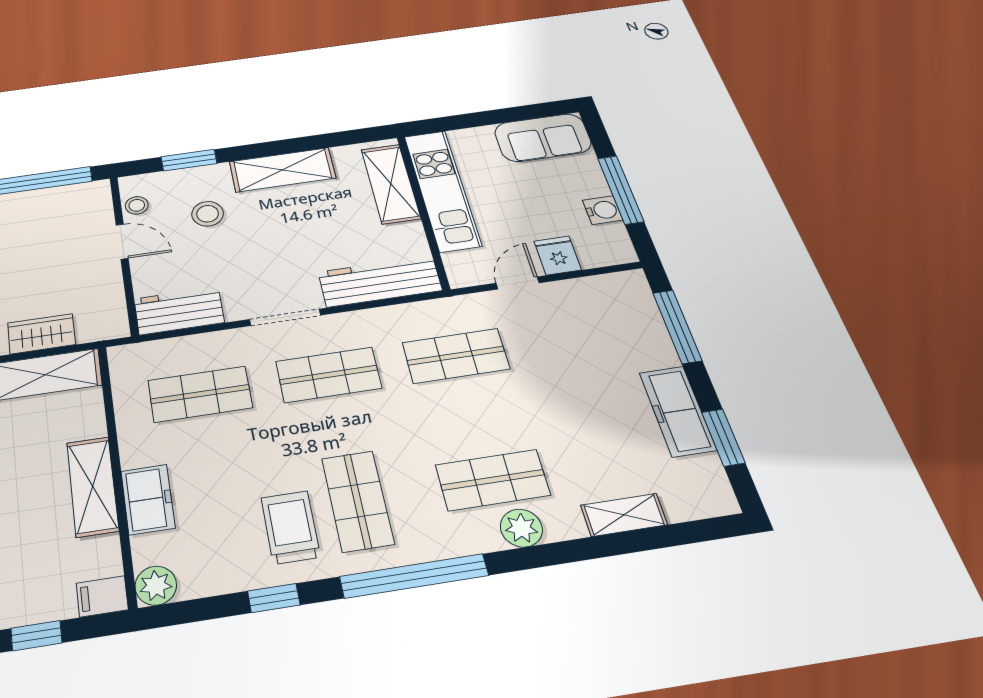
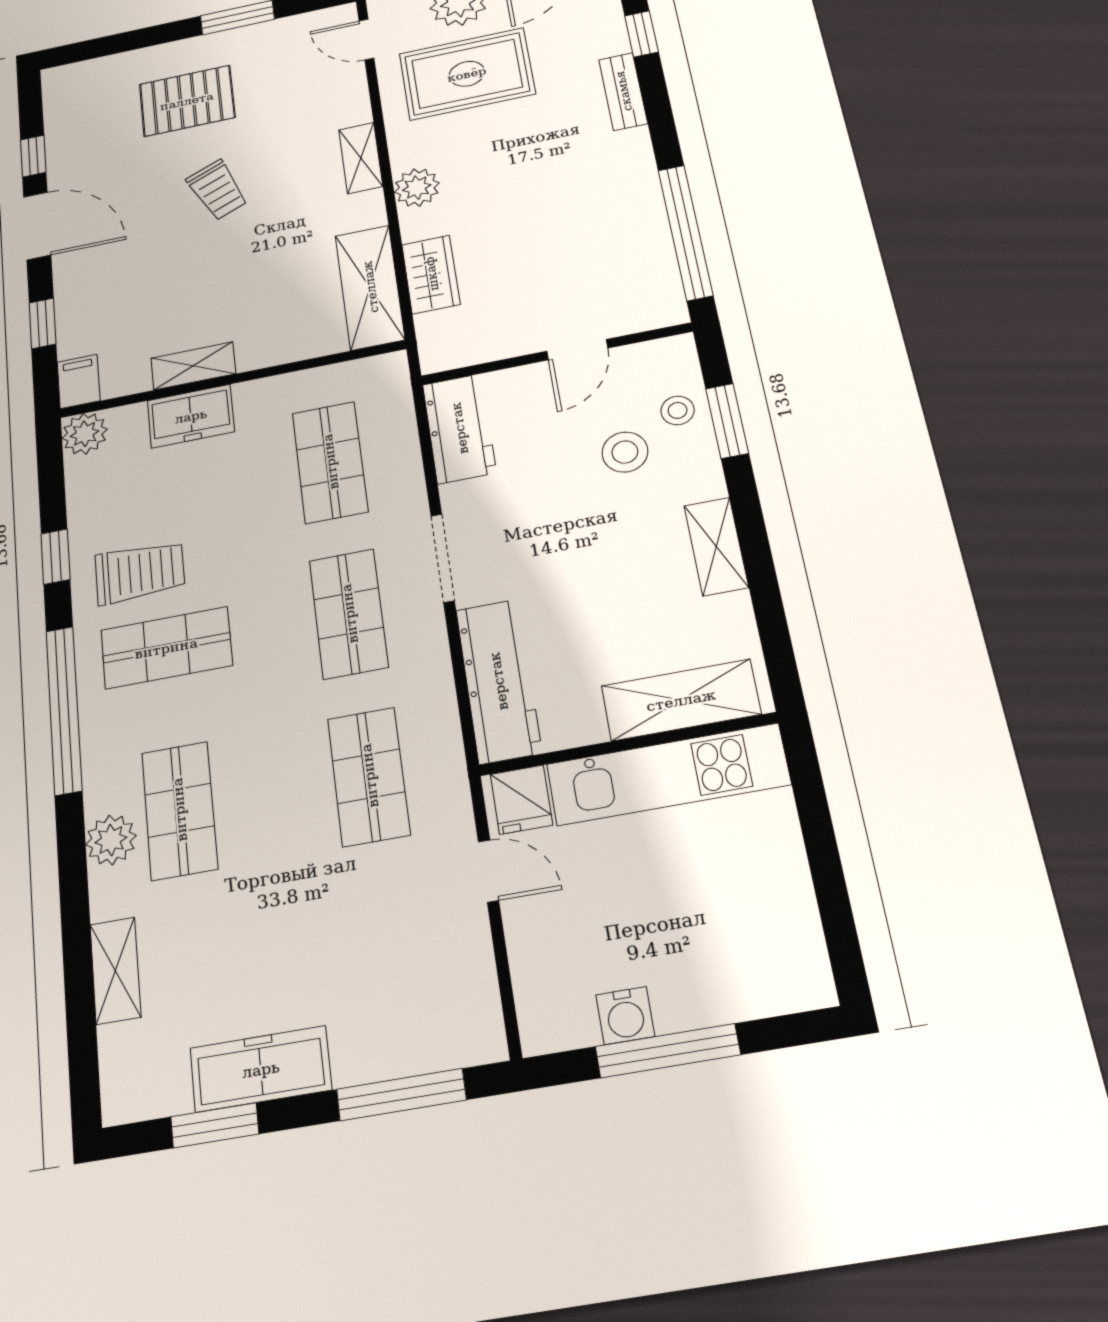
sofa: (543, 138) -> (780, 939), removed
shelving: (283, 170) -> (716, 546), width x0.67, depth x0.75
stool: (137, 205) -> (678, 410), moved
fridge: (558, 255) -> (521, 800), moved, turned 90
shelving: (93, 486) -> (193, 366), width x0.67, depth x0.75

